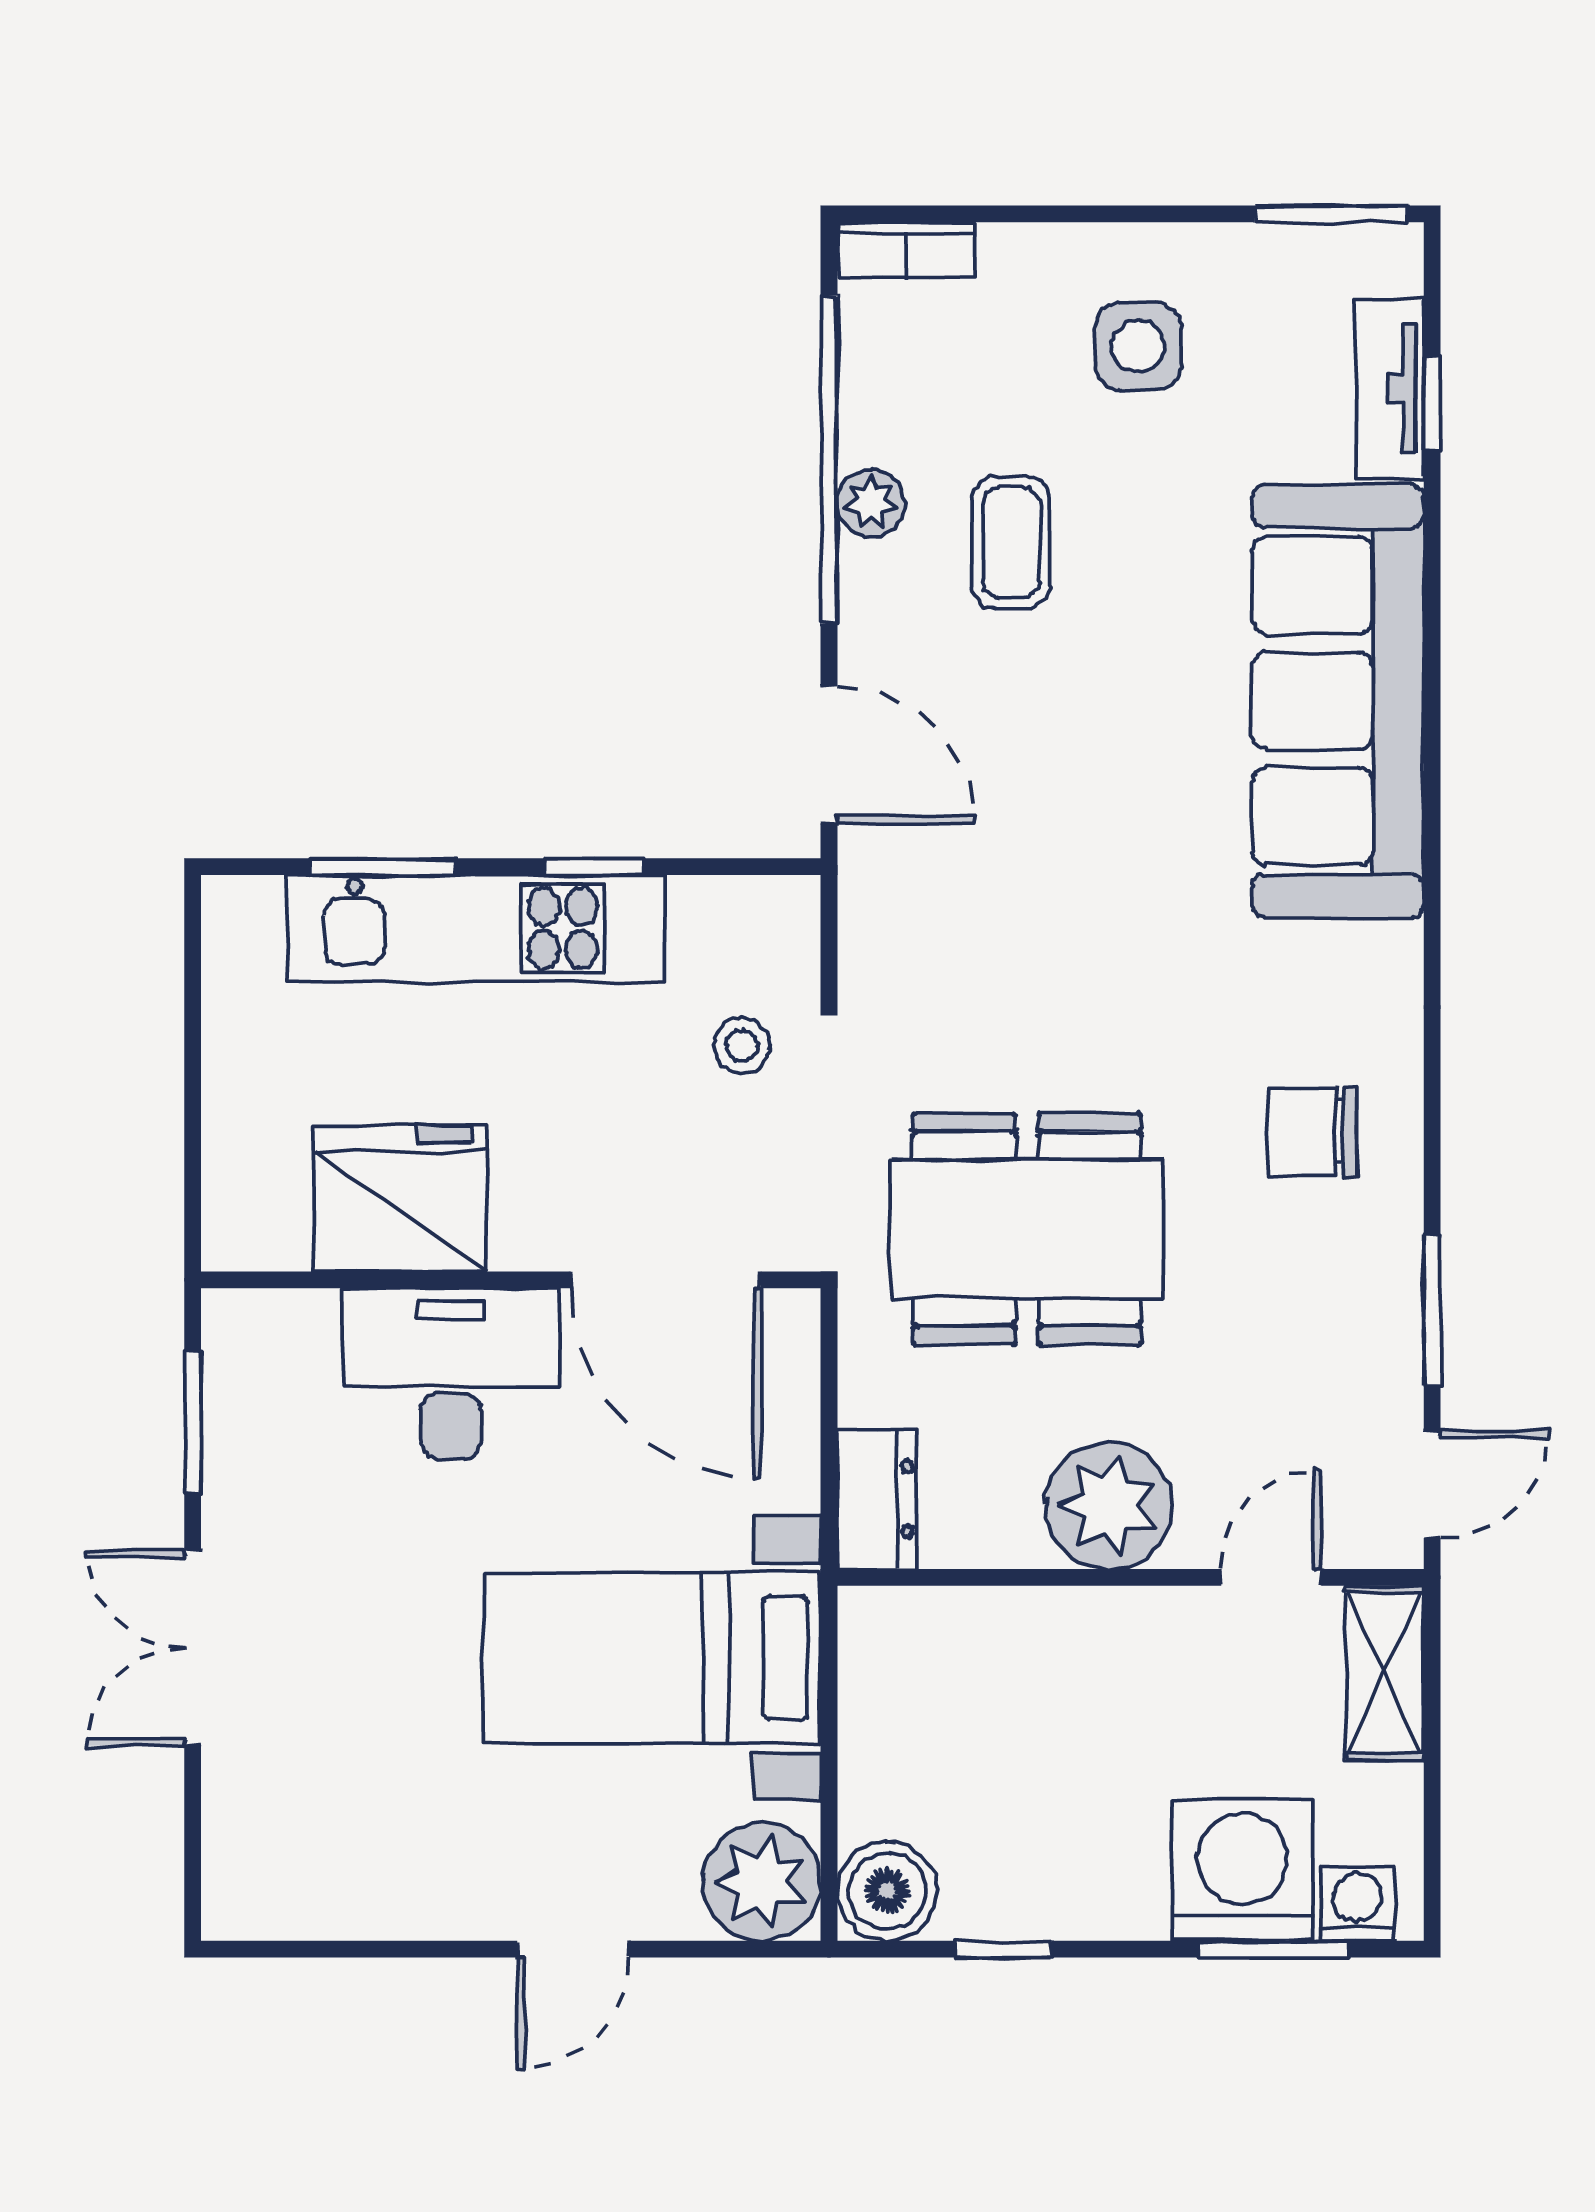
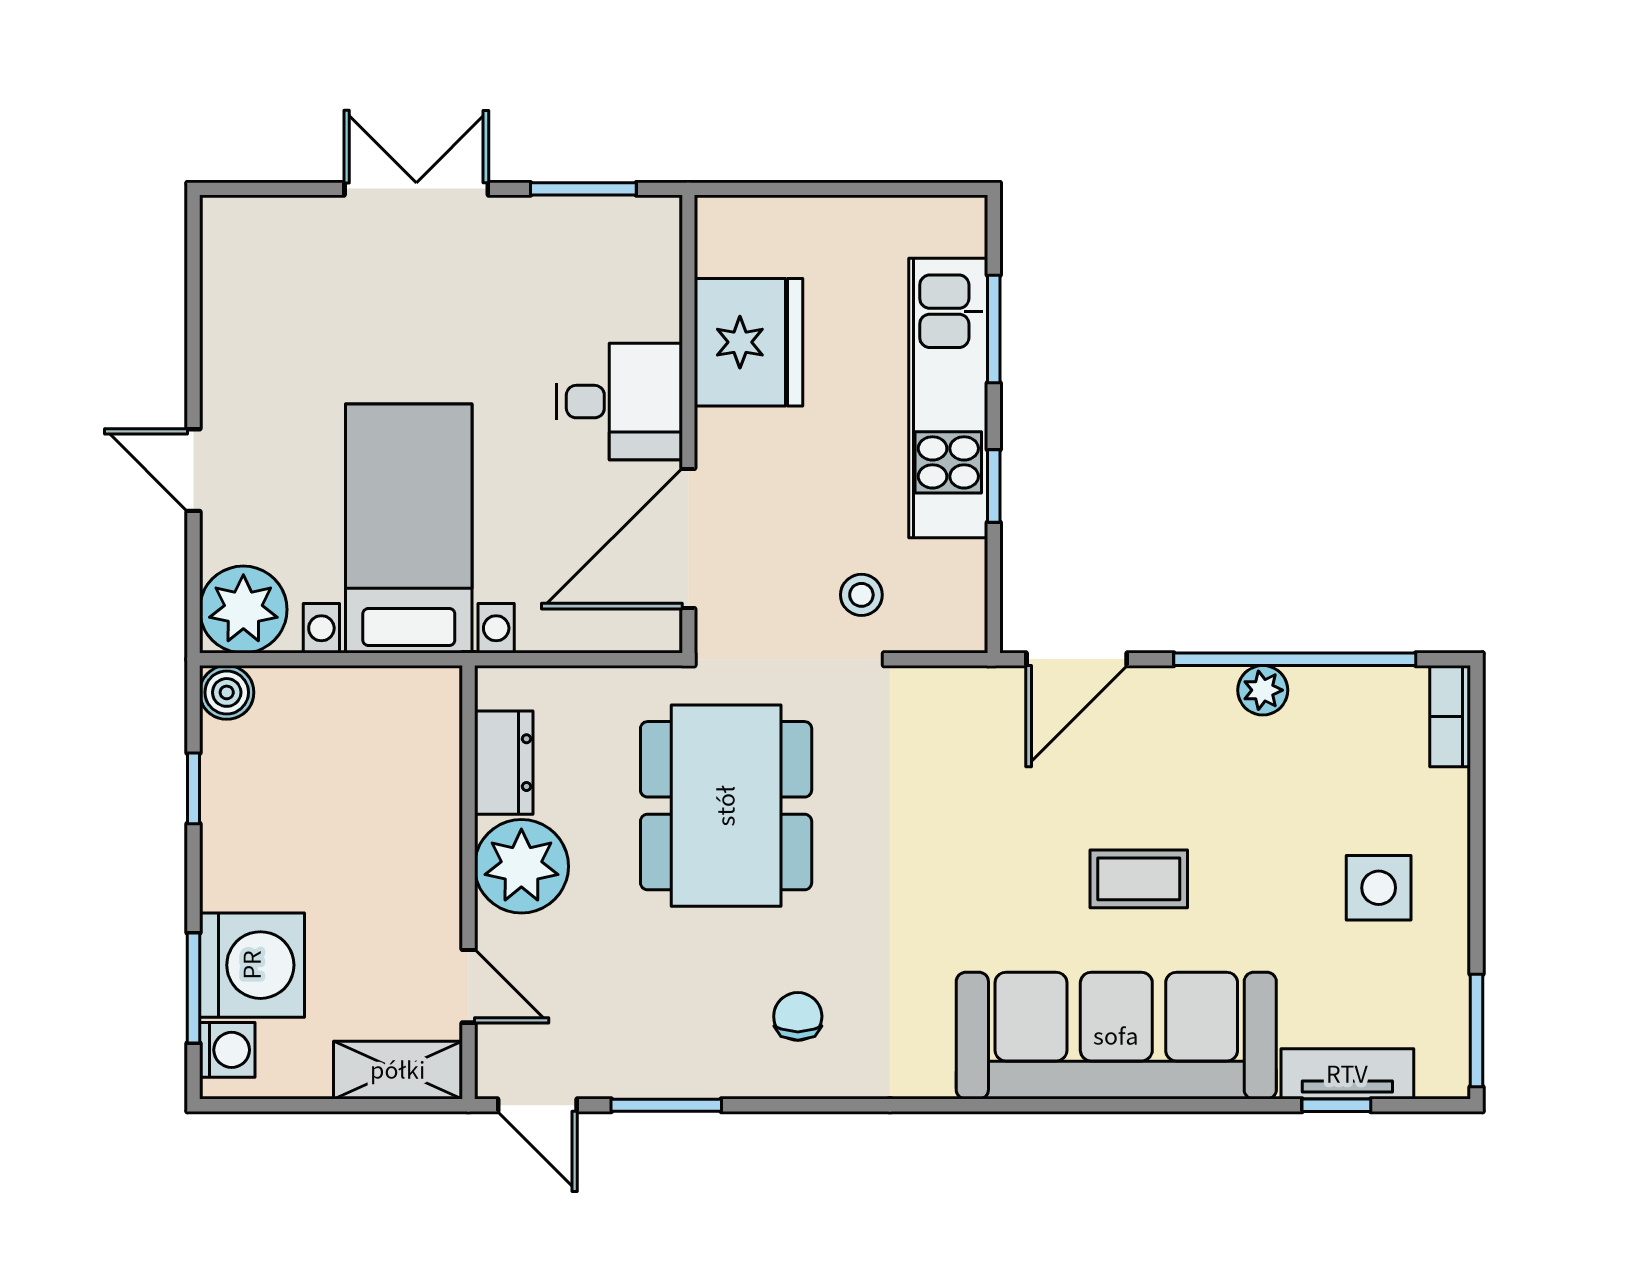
coffee table: (1011, 542) -> (1139, 879), moved
chair: (1312, 1132) -> (798, 1016), width x0.73, depth x0.73
desk: (451, 1373) -> (619, 402), width x0.73
dresser: (877, 1499) -> (504, 763), moved, turned -90
boiler: (887, 1891) -> (227, 692), width x0.73, depth x0.73

